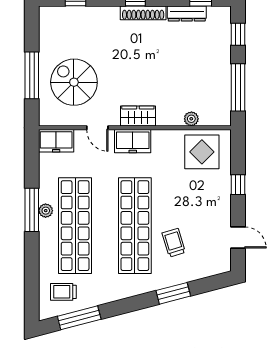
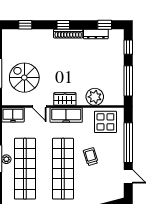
plant: (191, 119) -> (95, 97), width x1.87, depth x1.87
freezer: (133, 141) -> (66, 115), width x1.40
window: (238, 185) -> (128, 143), width x3.17
trolley: (174, 243) -> (91, 157), moved

